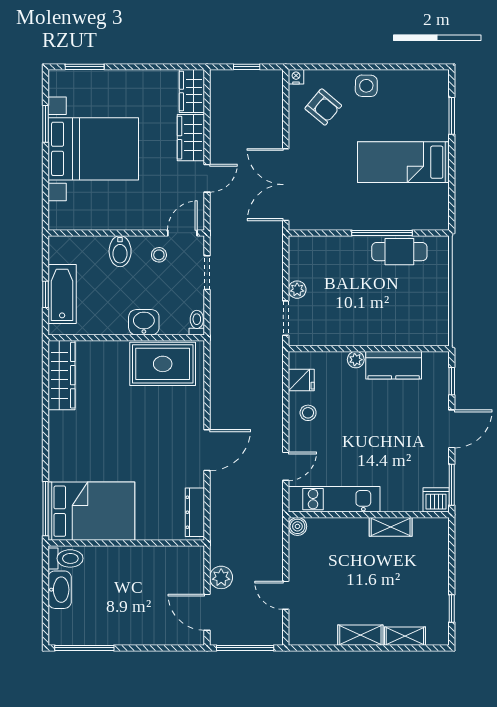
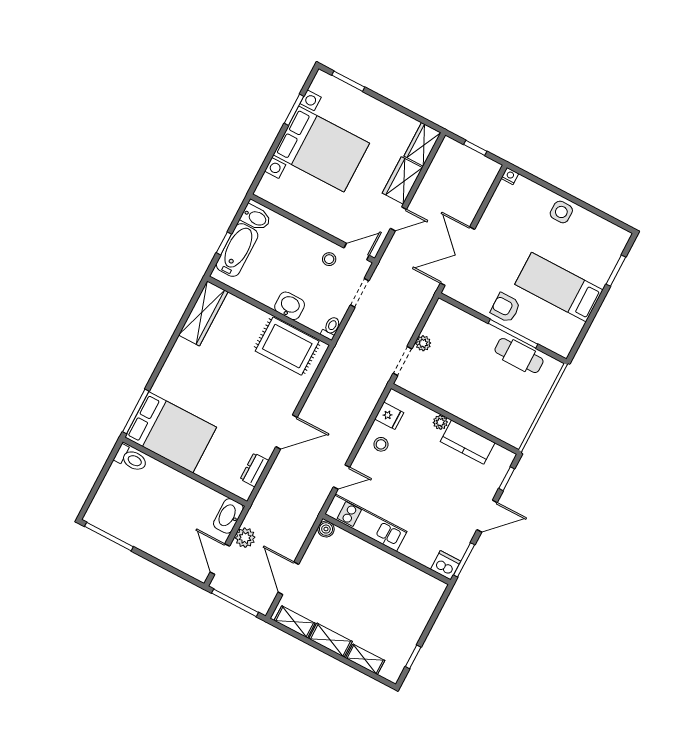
armchair: (323, 107) -> (505, 308), moved, turned 140
bidet: (120, 251) -> (256, 218), moved, turned -90
dresser: (195, 512) -> (254, 470), width x0.70
shelving: (391, 527) -> (295, 622), moved
washbasin: (60, 590) -> (228, 516), moved, turned 180
door: (286, 595) -> (288, 578), width x1.38

